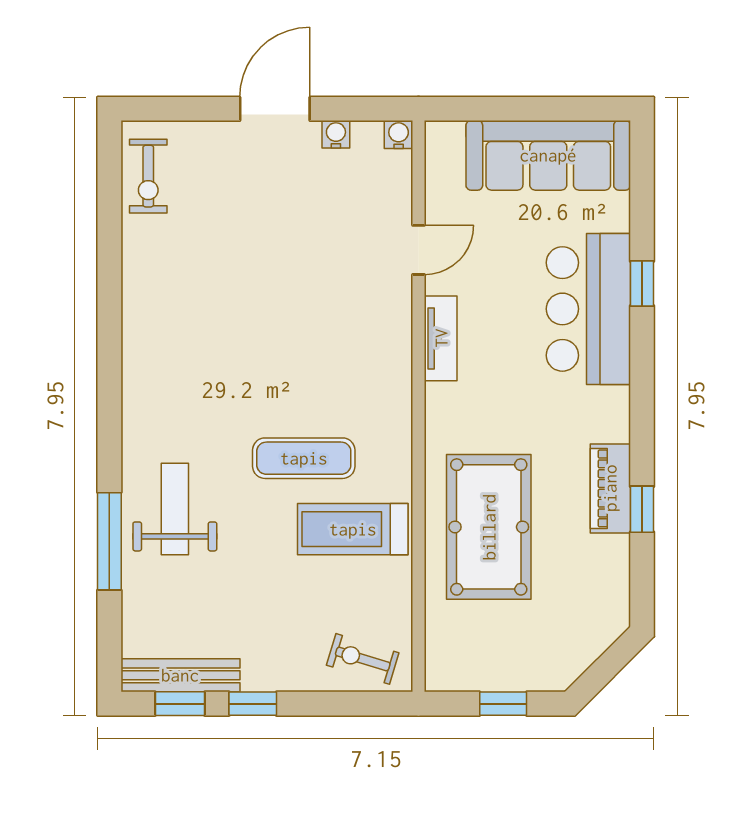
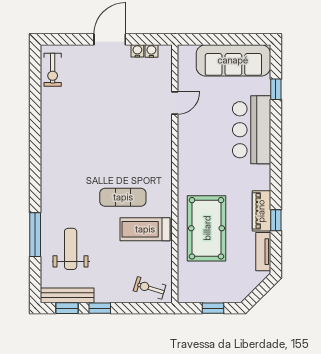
water cooler: (399, 135) -> (151, 51), moved
window: (642, 284) -> (276, 89), moved
tv unit: (441, 338) -> (263, 252), moved, turned 180
weight bench: (175, 509) -> (71, 249), moved

